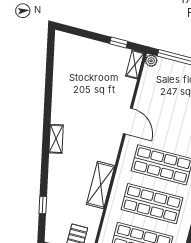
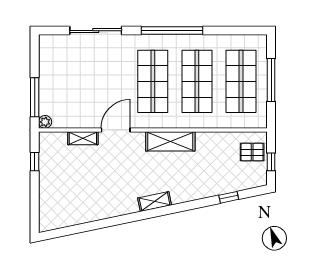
shelving: (135, 64) -> (83, 138), moved
shelving: (101, 185) -> (170, 141), moved

